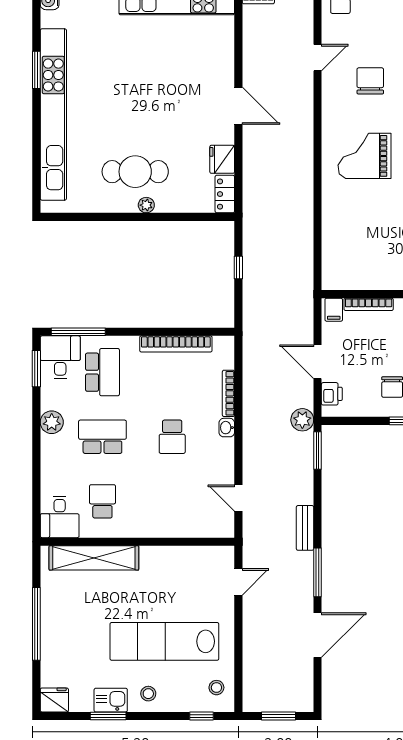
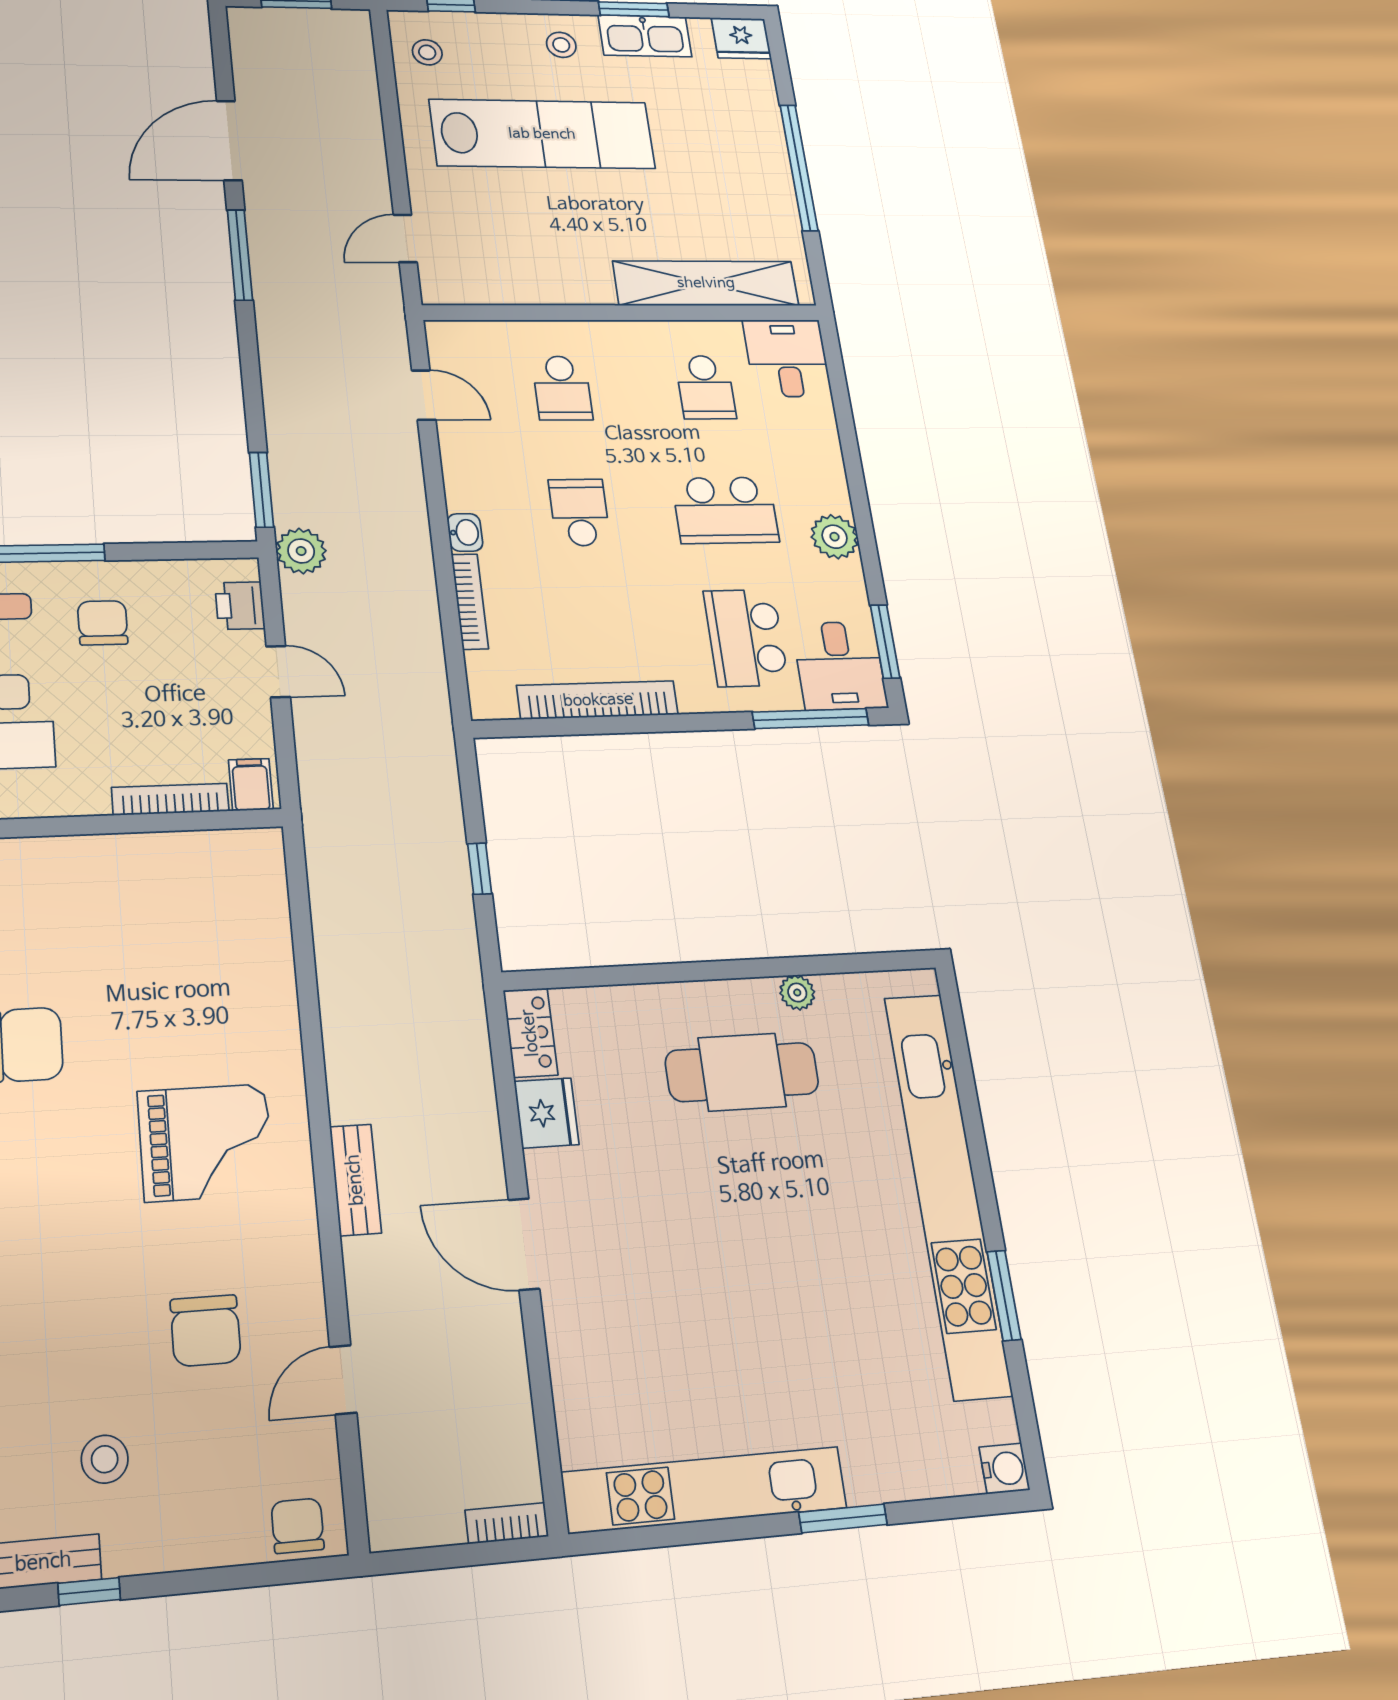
plant: (146, 205) -> (797, 993), moved
door: (318, 362) -> (278, 672), width x0.73
school desk: (172, 501) -> (562, 388), added
bench: (305, 528) -> (355, 1180), moved
kitchen sink: (111, 700) -> (645, 36), width x1.38

